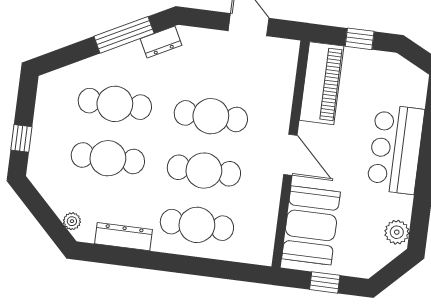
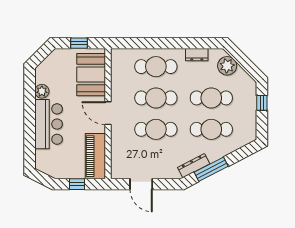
dresser: (161, 42) -> (194, 166), width x1.44
plant: (72, 221) -> (227, 66), width x1.87, depth x1.87
plant: (397, 232) -> (42, 91), moved
dresser: (123, 237) -> (197, 55), width x0.70

